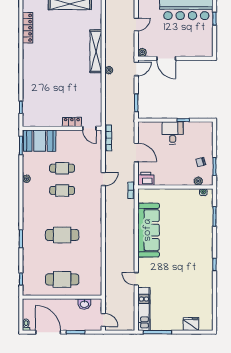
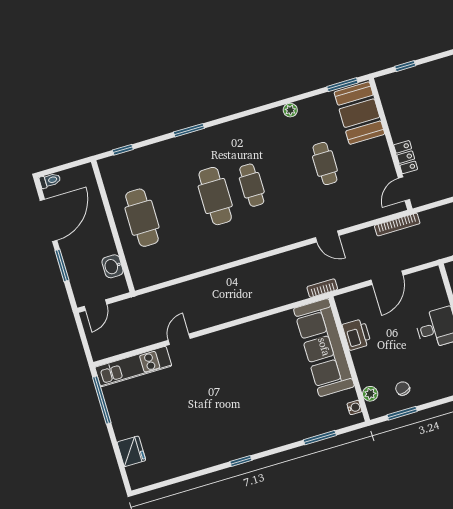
printer: (146, 179) -> (357, 334), moved
cafe table: (62, 190) -> (252, 185), moved
sofa: (148, 230) -> (324, 347), moved, turned 90

